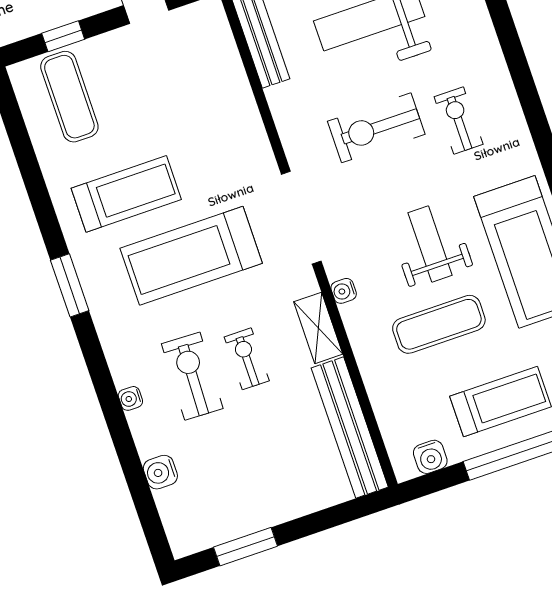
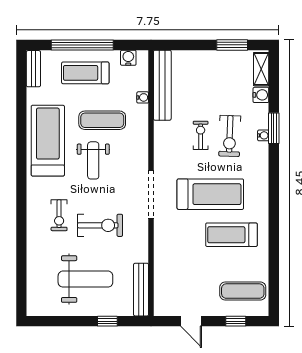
exercise mat: (69, 97) -> (243, 291), turned 90
window: (70, 285) -> (274, 128), moved
water cooler: (344, 291) -> (143, 97), moved
shelving: (318, 328) -> (261, 69), moved
exercise bike: (247, 359) -> (201, 135), turned 180

